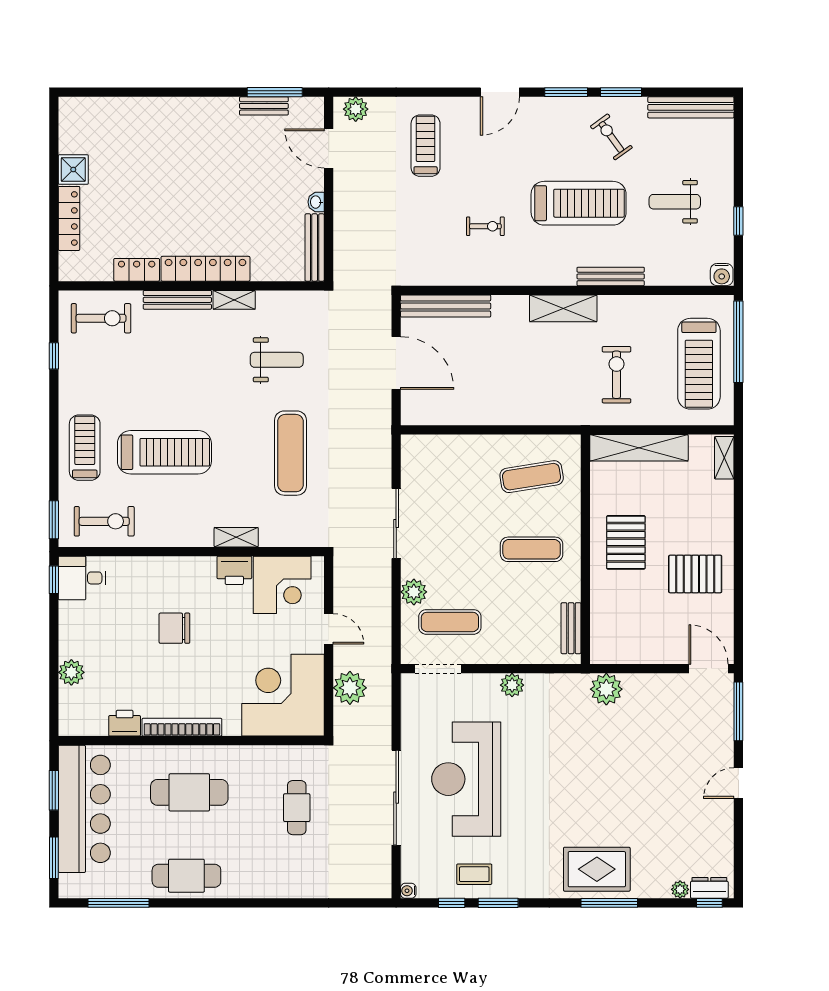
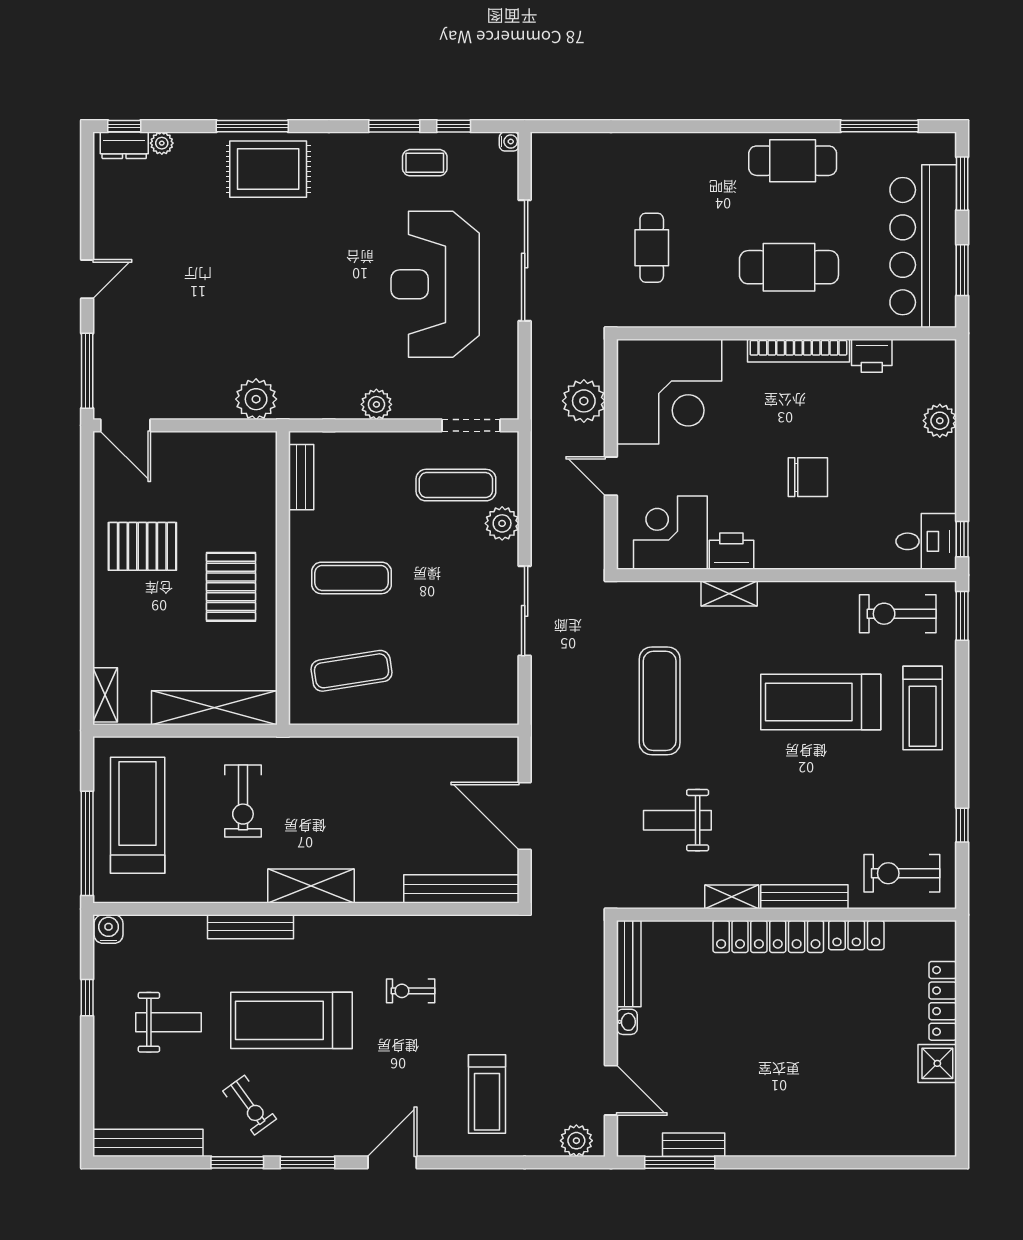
reception desk: (466, 779) -> (435, 284), turned 180

